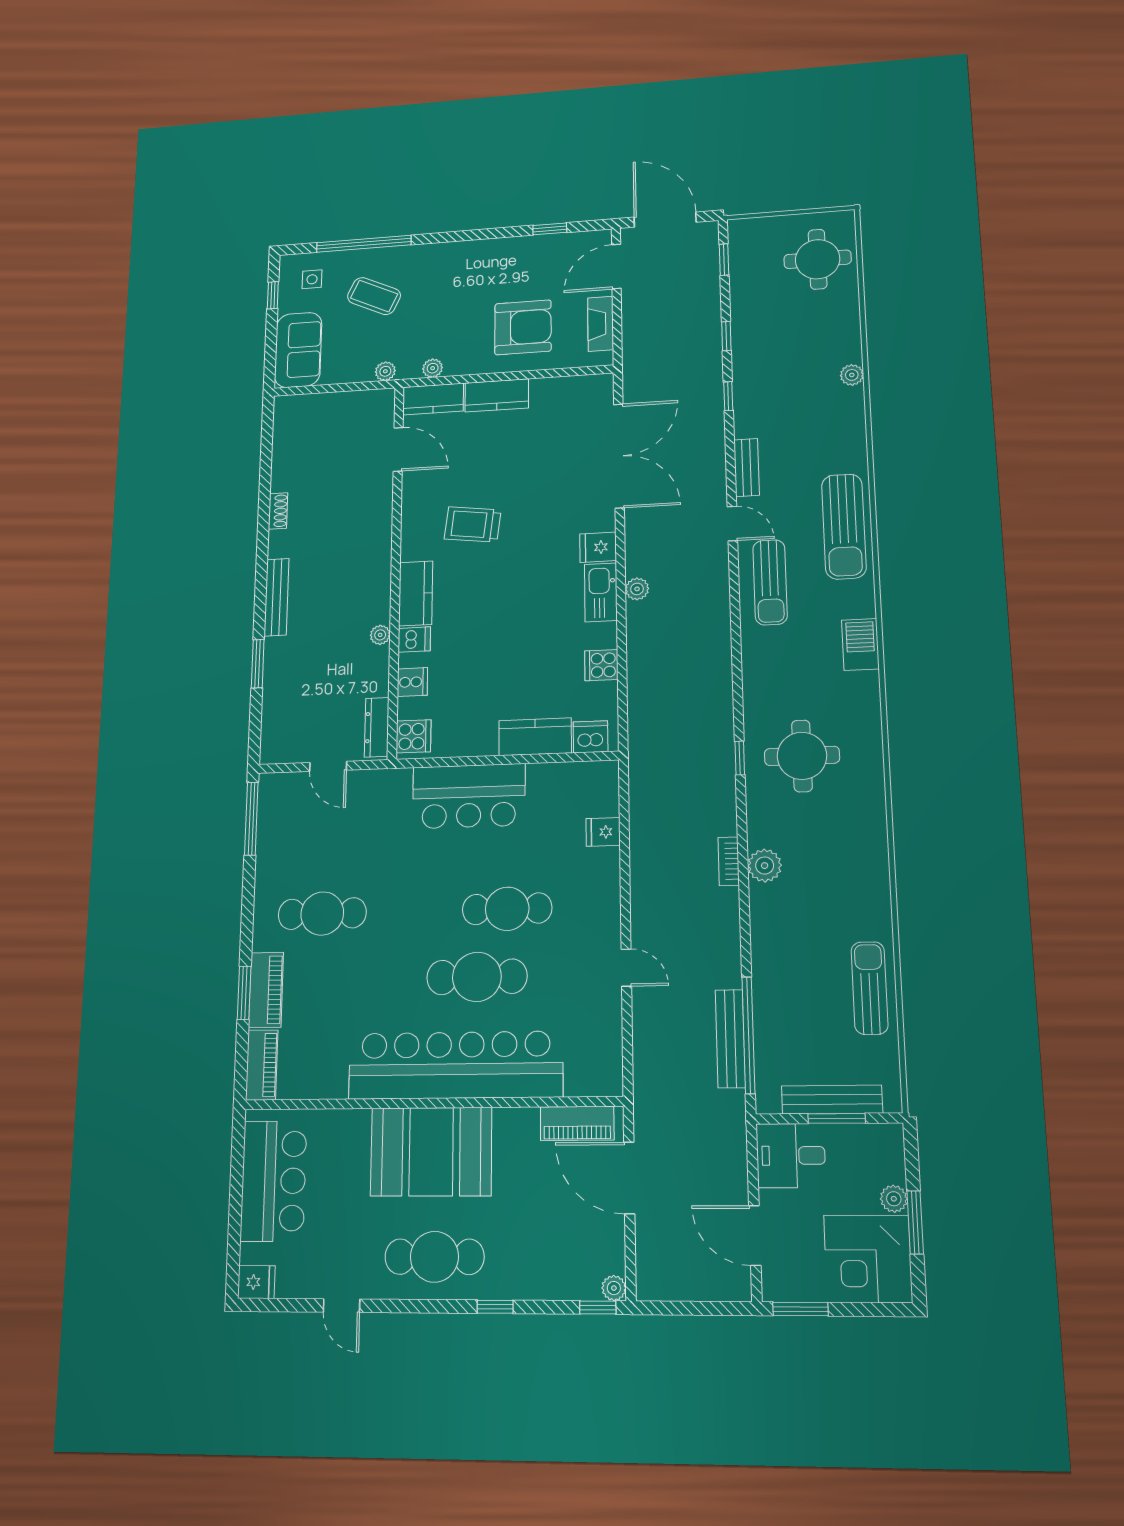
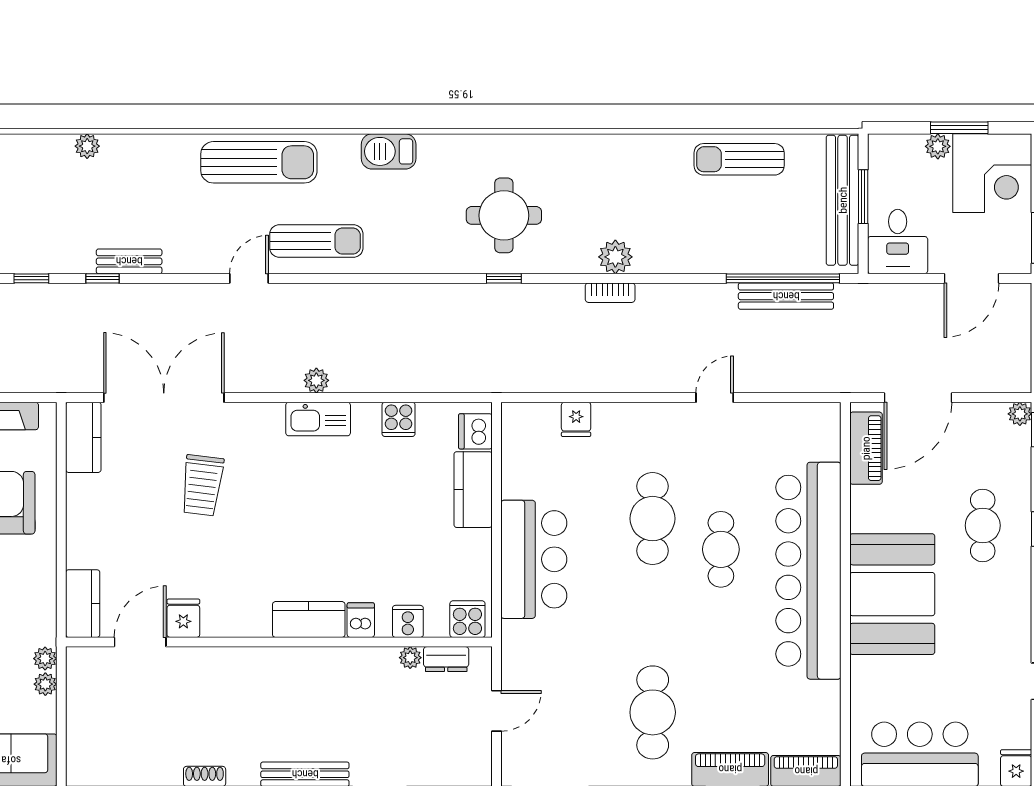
plant: (433, 368) -> (45, 684), moved
kitchen counter: (497, 395) -> (83, 437), moved
bench: (747, 468) -> (129, 261), moved
trolley: (473, 524) -> (202, 485), moved
fridge: (598, 547) -> (183, 618), moved, turned 180
plant: (380, 635) -> (410, 658), moved
dresser: (377, 727) -> (446, 659), width x0.70
cafe table: (477, 977) -> (721, 549), width x0.73, depth x0.74
bench: (832, 1100) -> (843, 200), width x1.37, depth x1.21
cafe table: (434, 1257) -> (983, 525), moved, width x0.73, depth x0.74

